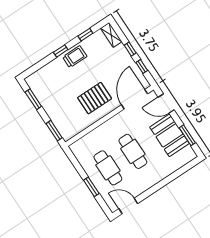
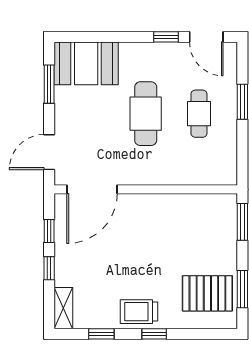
pallet: (95, 98) -> (207, 293), moved
door: (166, 103) -> (49, 152), swing flipped
booth: (169, 135) -> (86, 63), moved, turned 90
cafe table: (108, 168) -> (199, 114), width x0.73, depth x0.74
window: (147, 194) -> (166, 37), added

